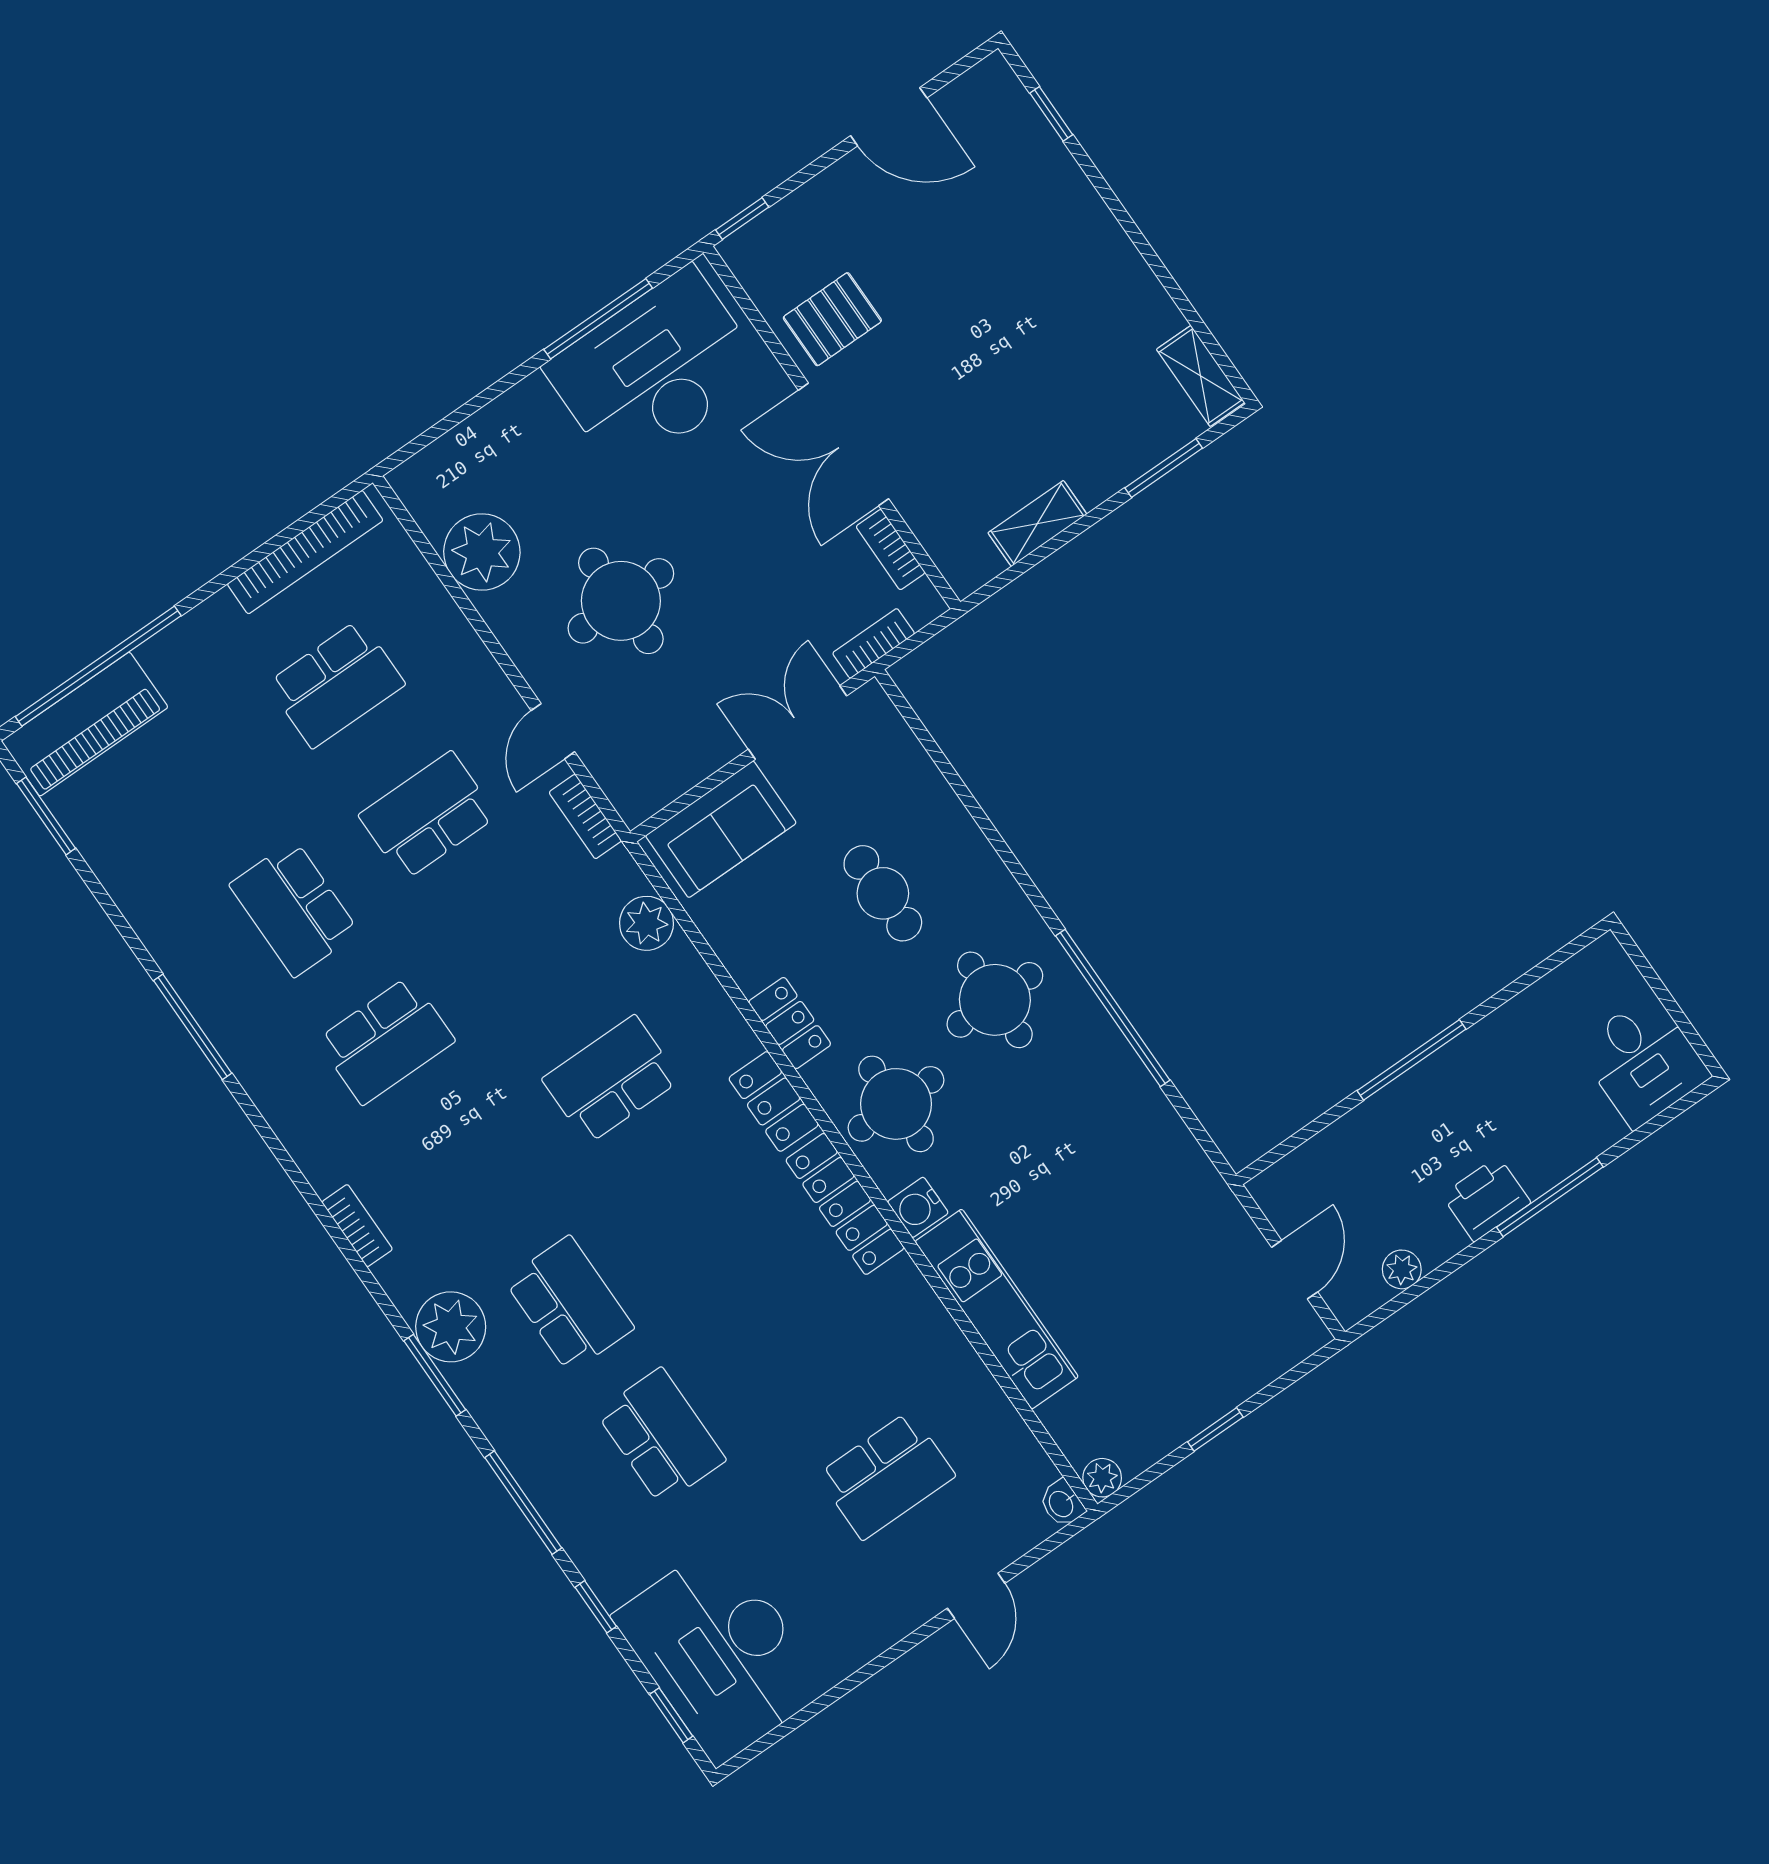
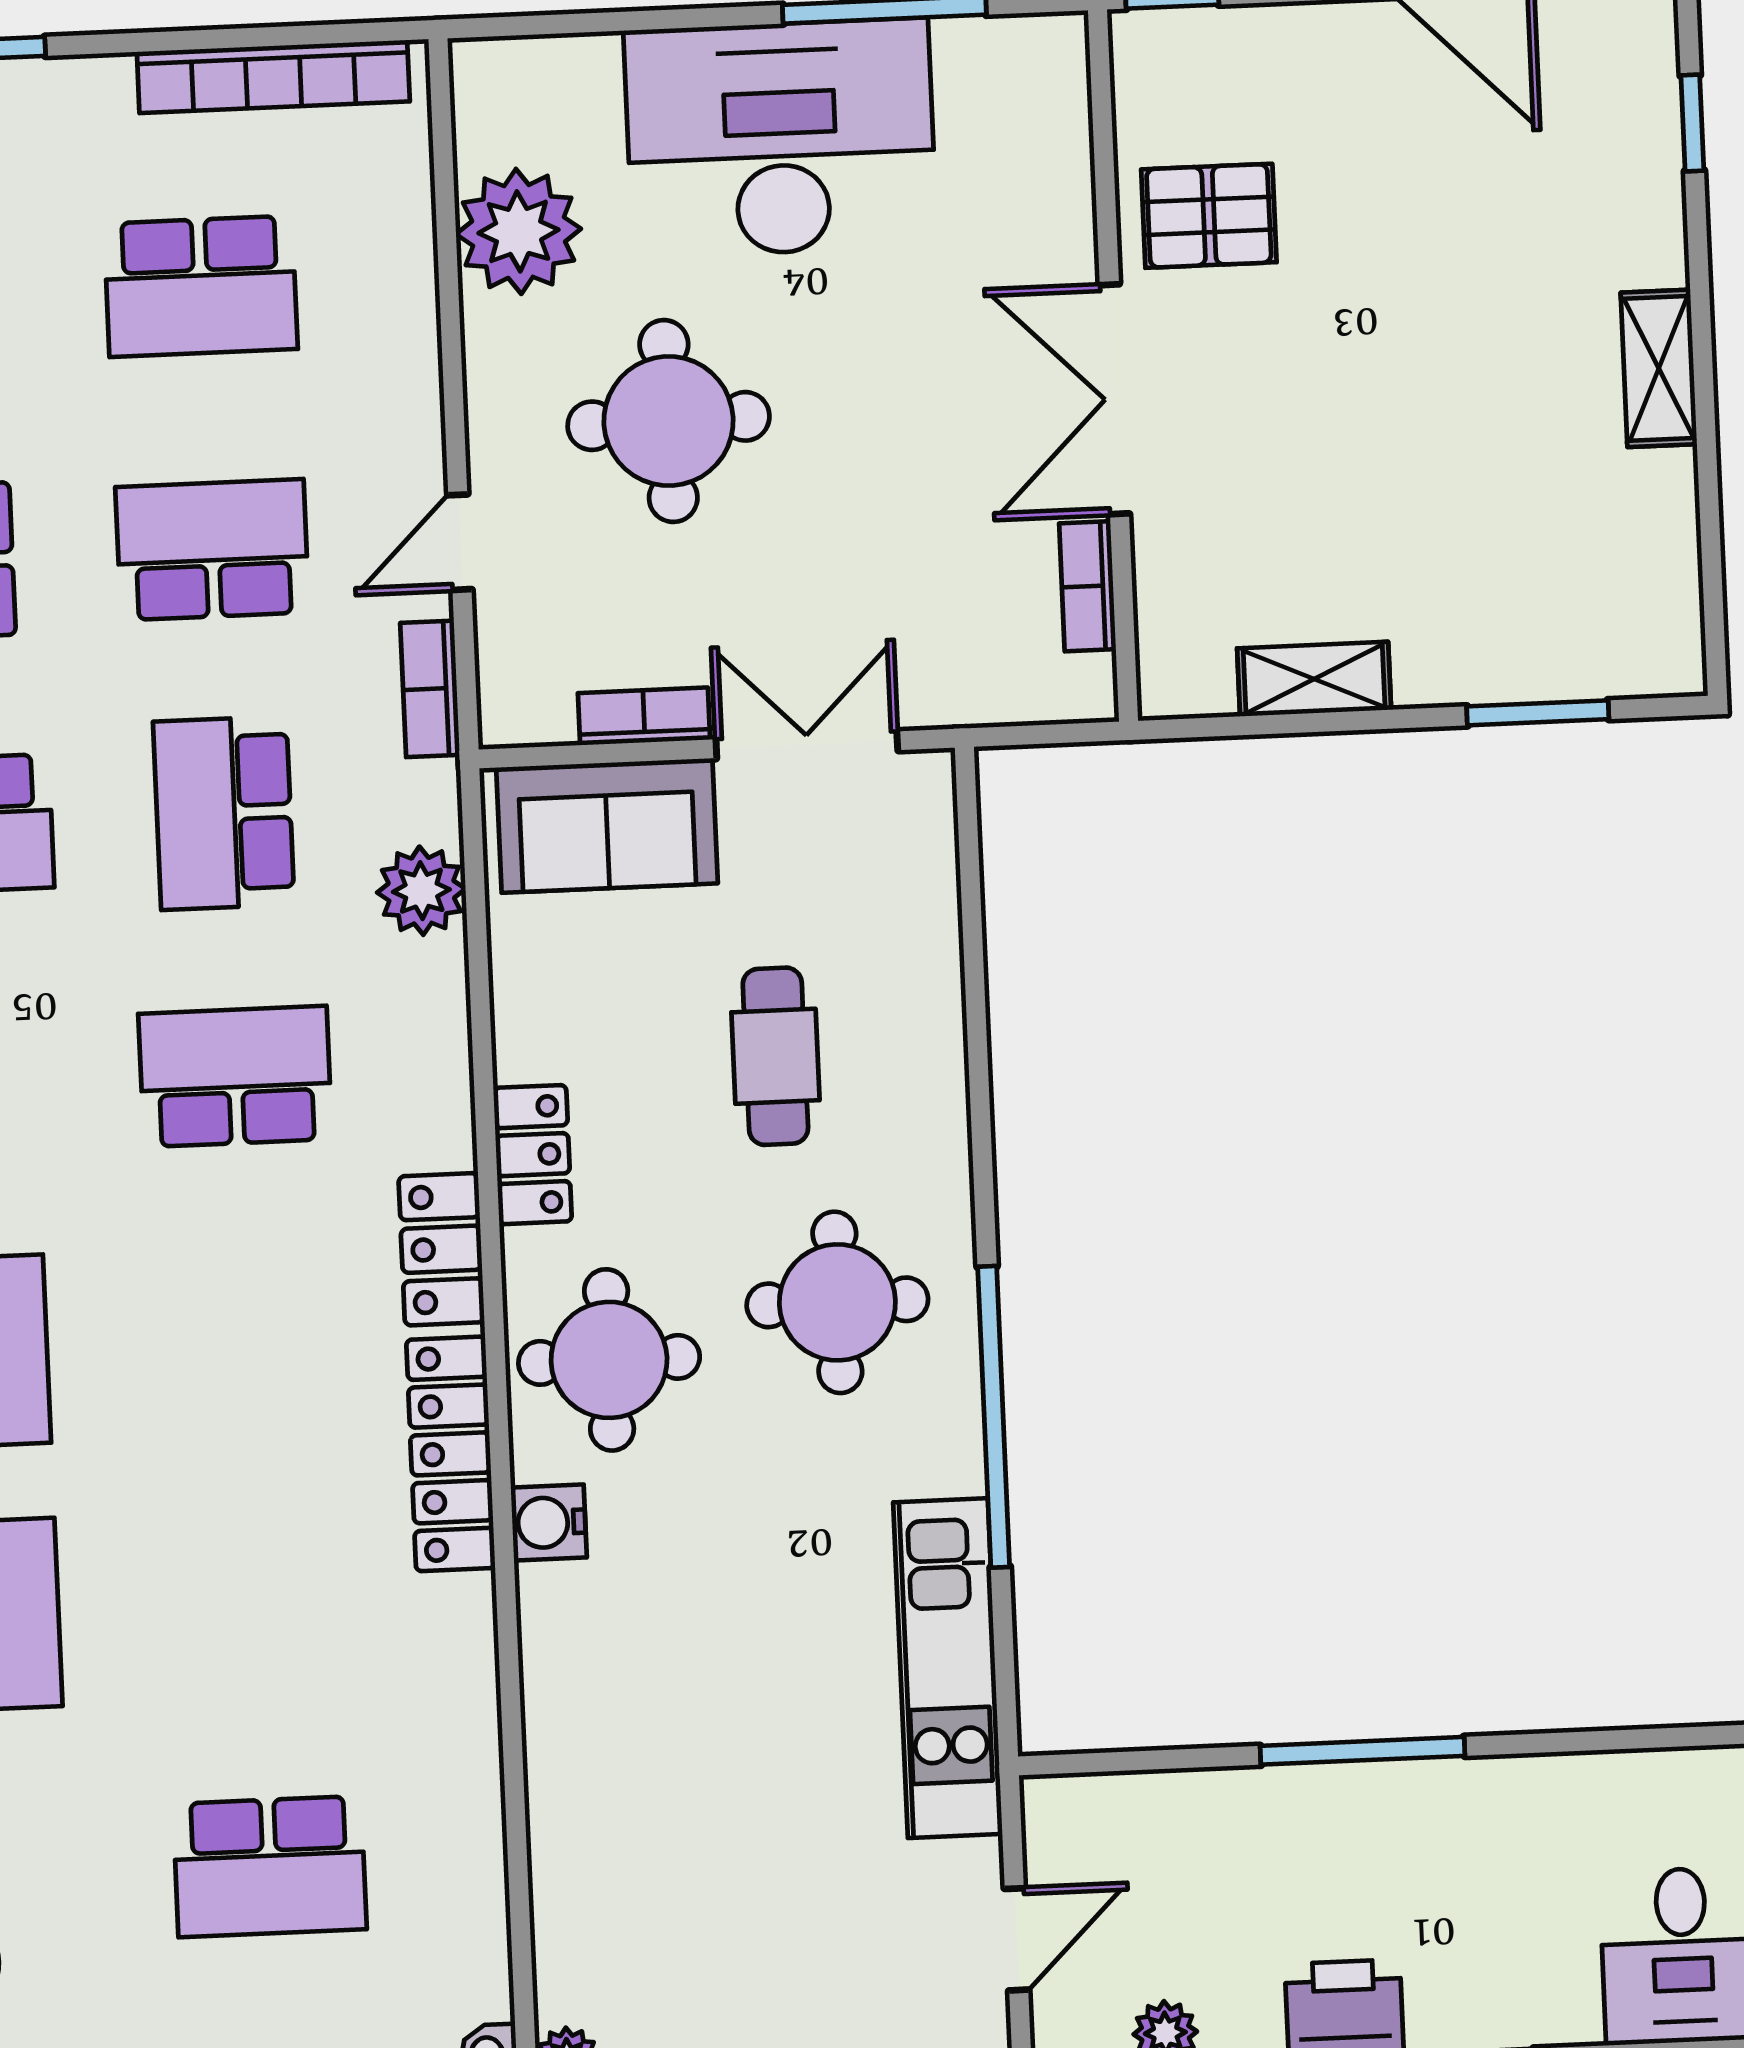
desk: (655, 371) -> (781, 138), moved
shelving: (1201, 376) -> (1659, 368), moved
bookcase: (874, 643) -> (644, 716), moved
school desk: (519, 948) -> (224, 813), added
kitchen unit: (997, 1309) -> (948, 1668), moved, turned 180

